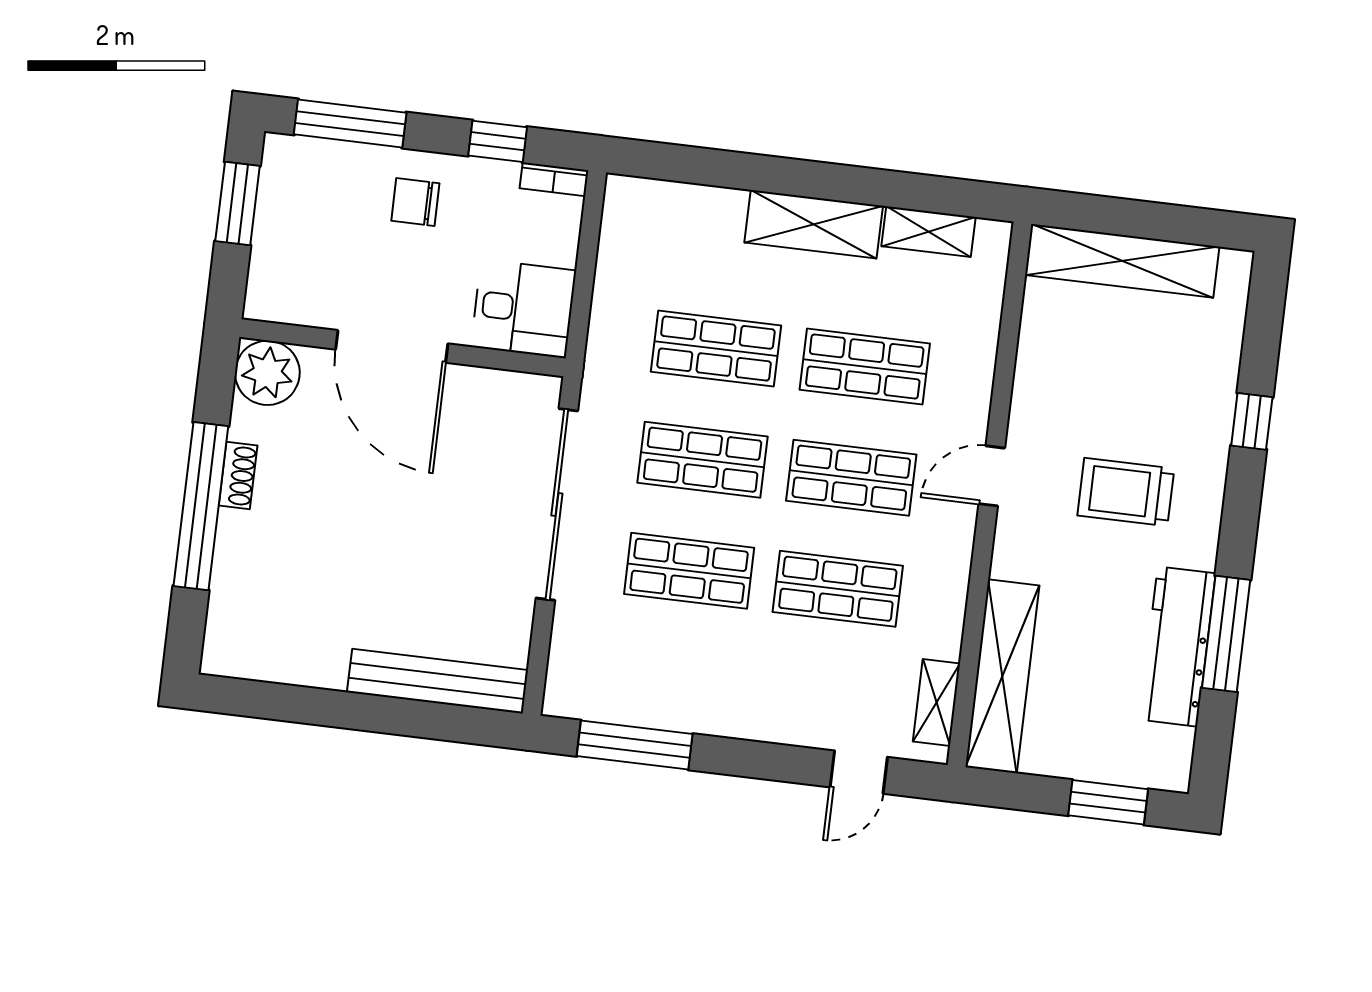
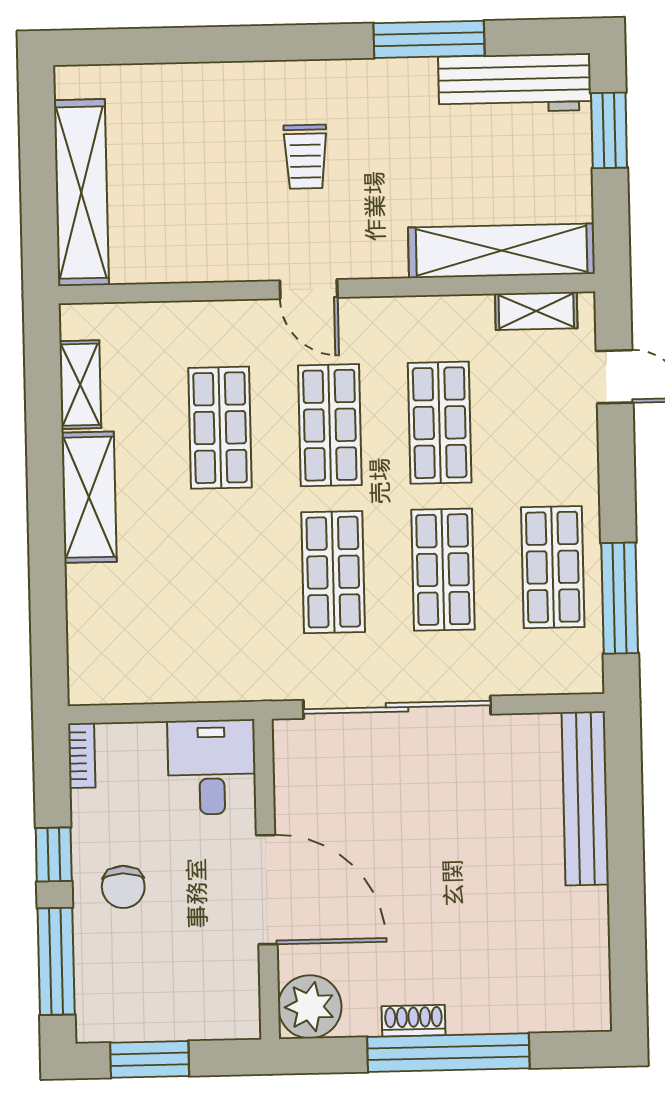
window: (498, 141) -> (54, 854), moved
door: (392, 346) -> (267, 890), hinge flipped
shop shelf: (716, 349) -> (553, 567), moved
window: (1252, 421) -> (219, 44), removed
trolley: (1126, 492) -> (305, 157), width x0.73, depth x0.72
workbench: (1178, 646) -> (515, 83), moved

